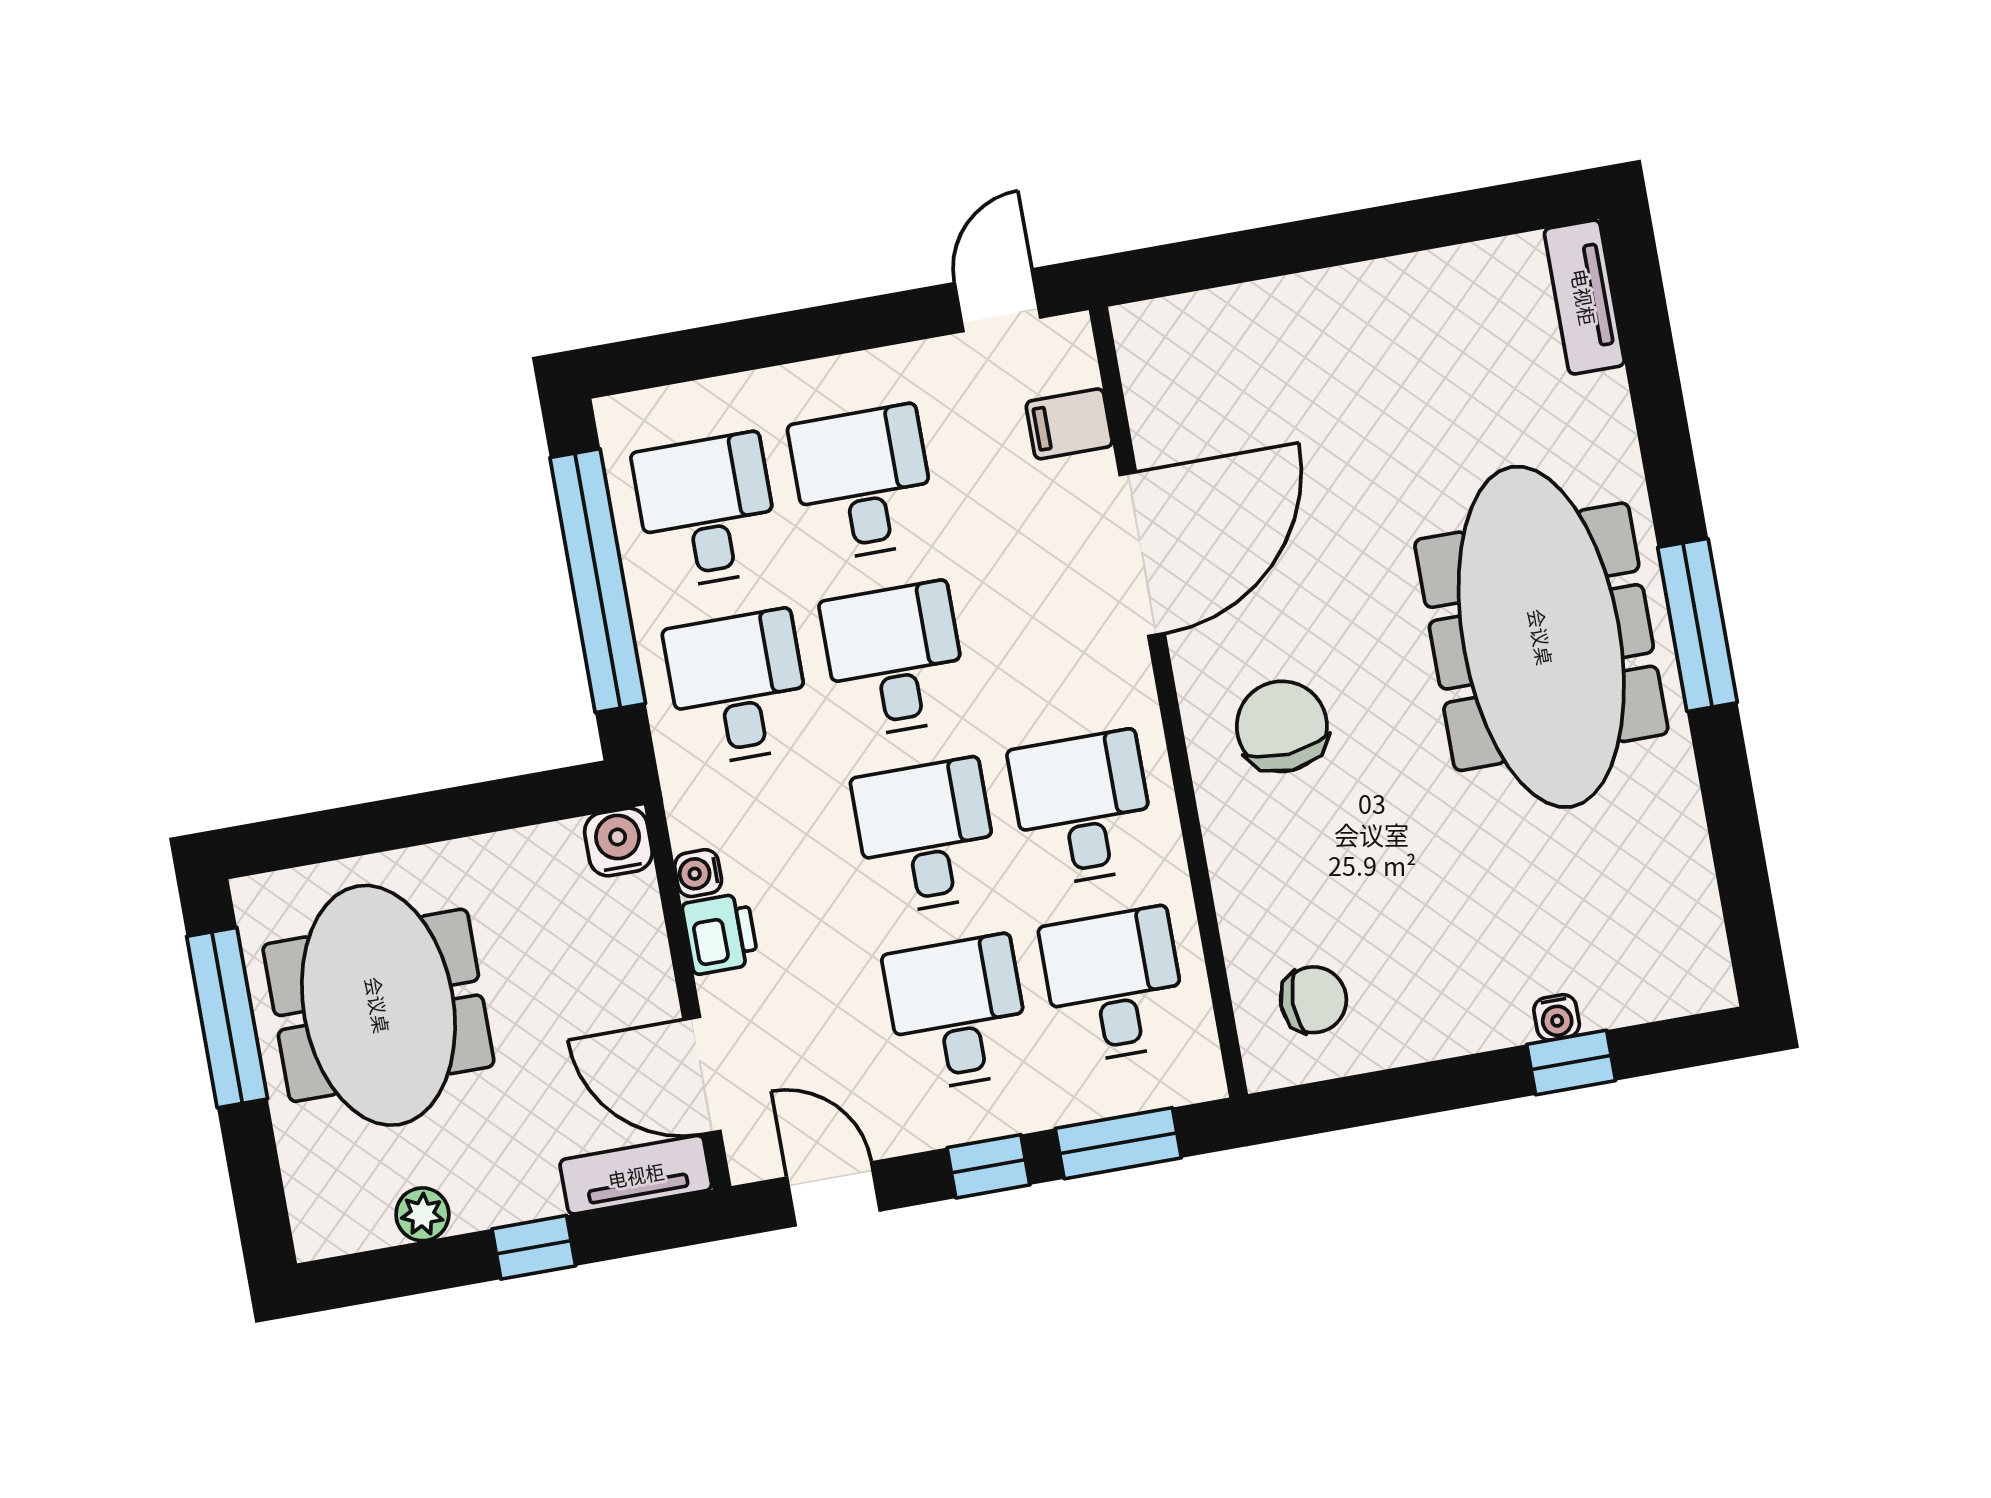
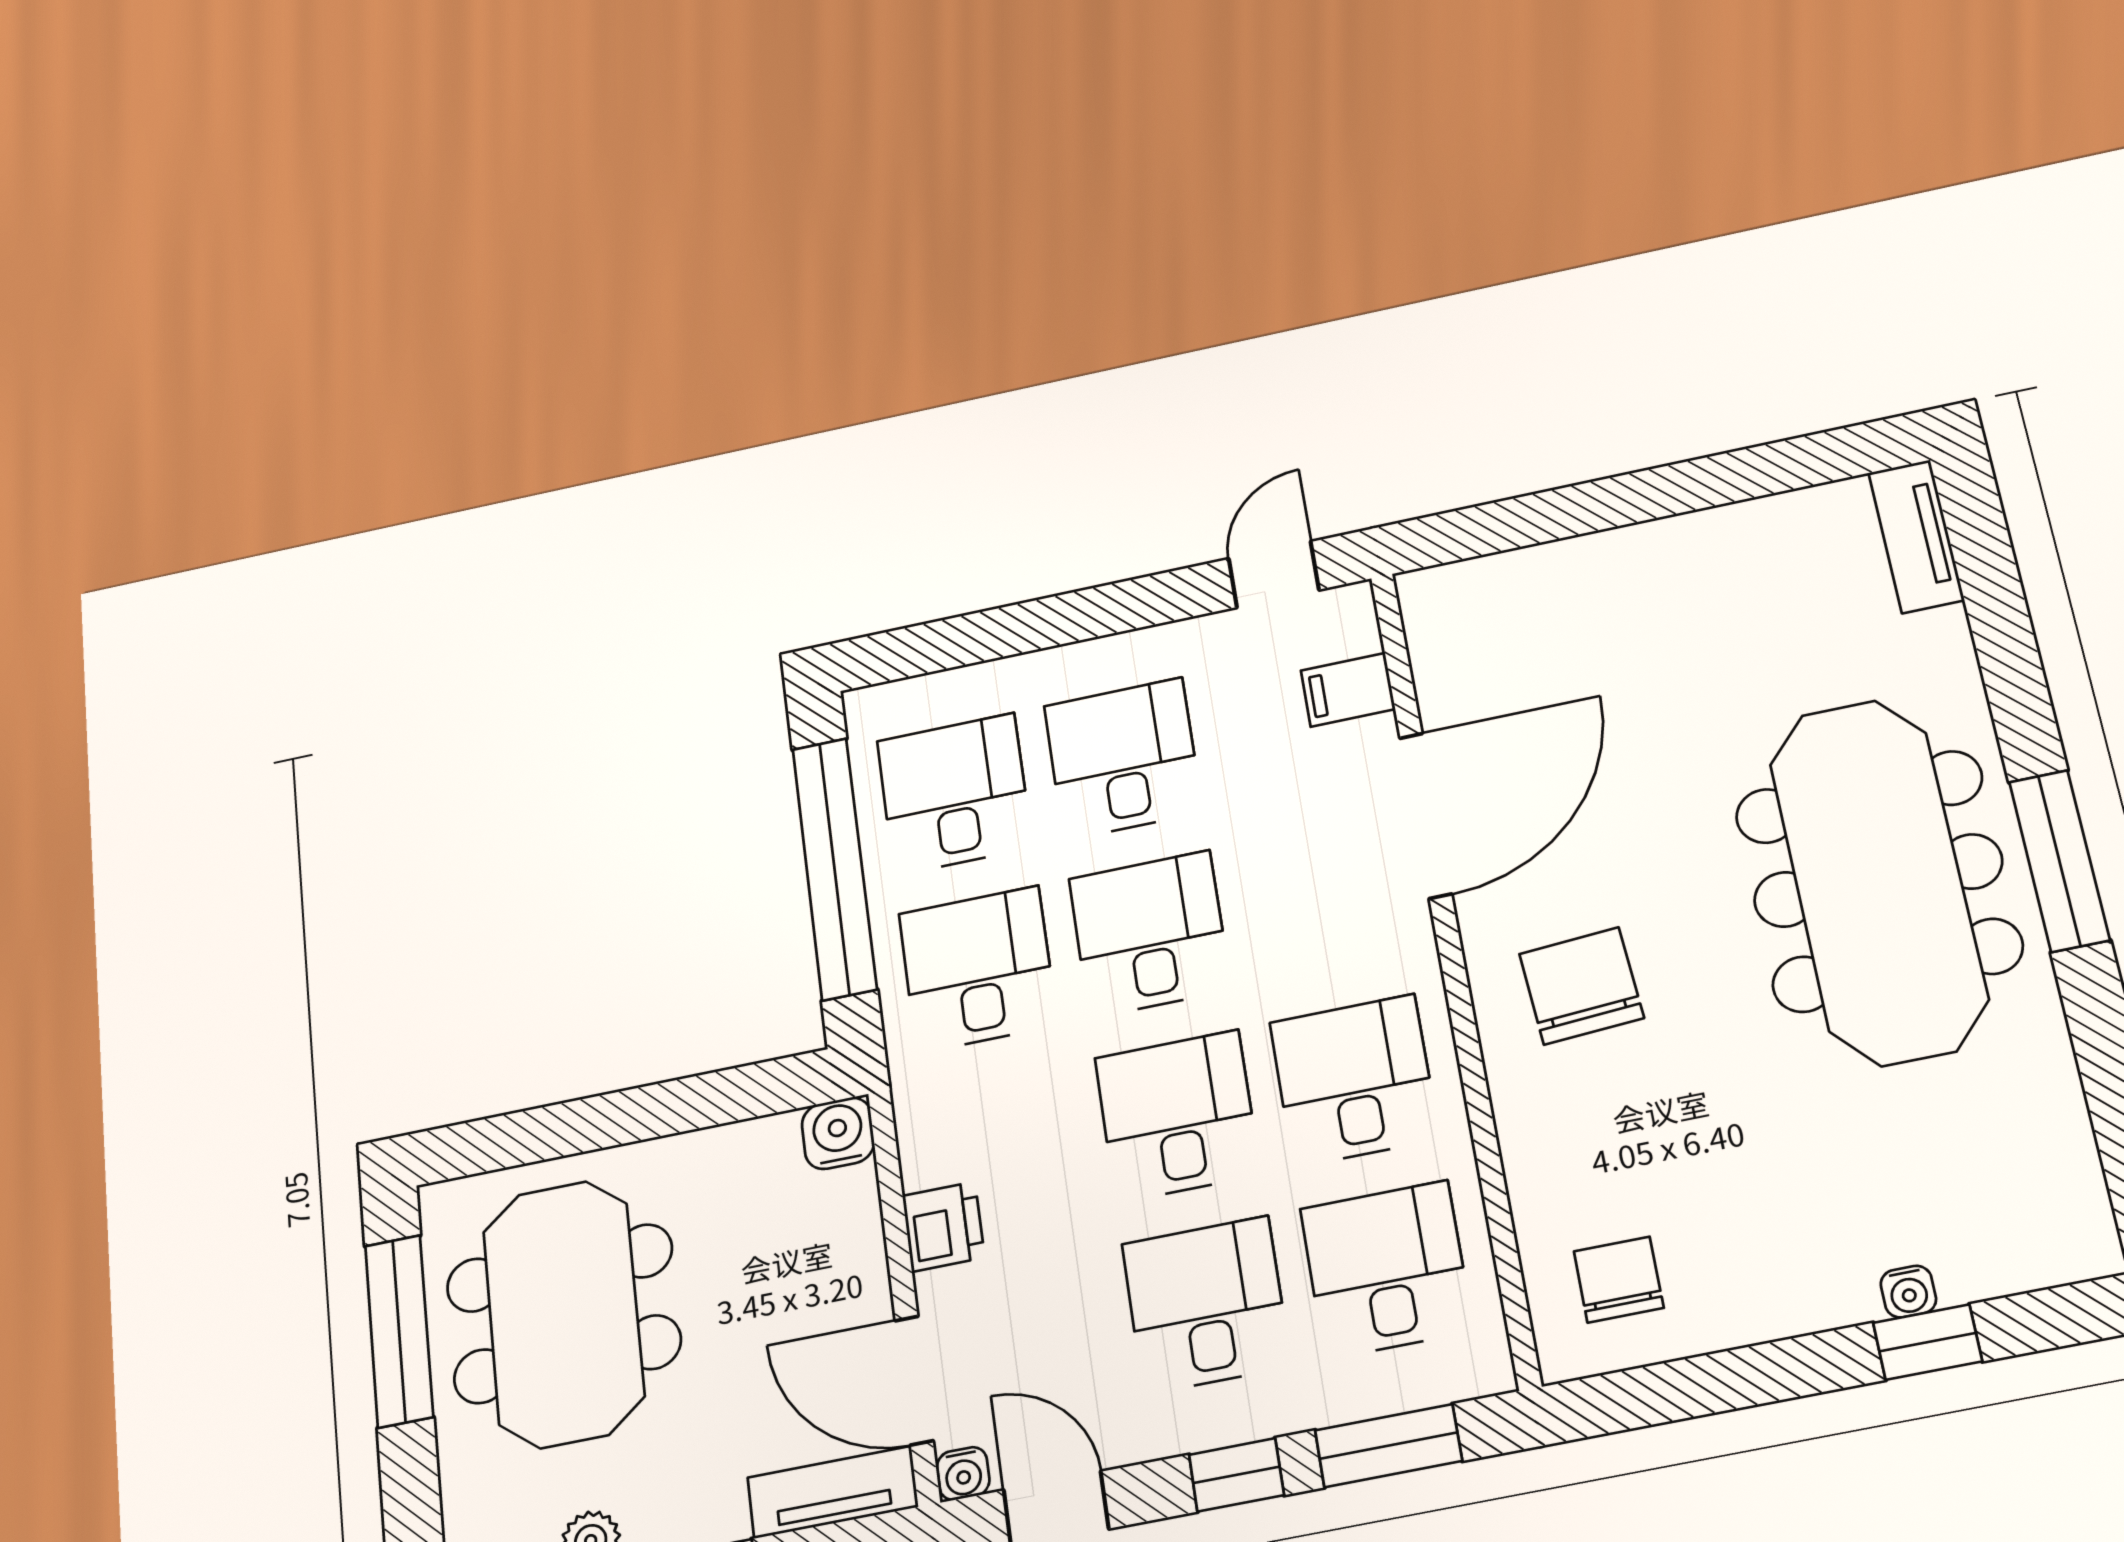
water cooler: (698, 873) -> (963, 1474), moved, turned -90
chair: (1313, 1000) -> (1619, 1280), turned -90

